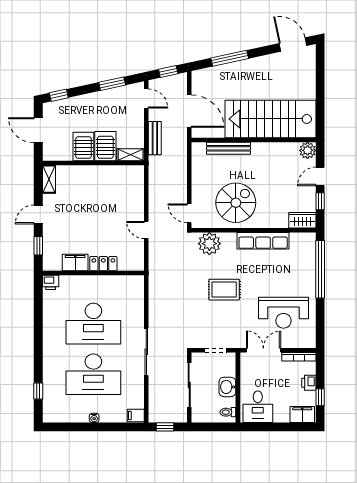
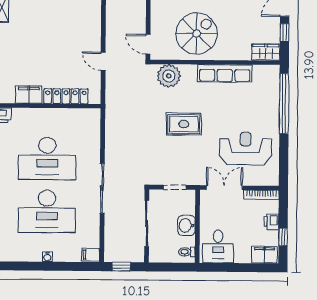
locker: (103, 264) -> (66, 96), width x1.53
reception desk: (283, 313) -> (245, 148), turned 180

